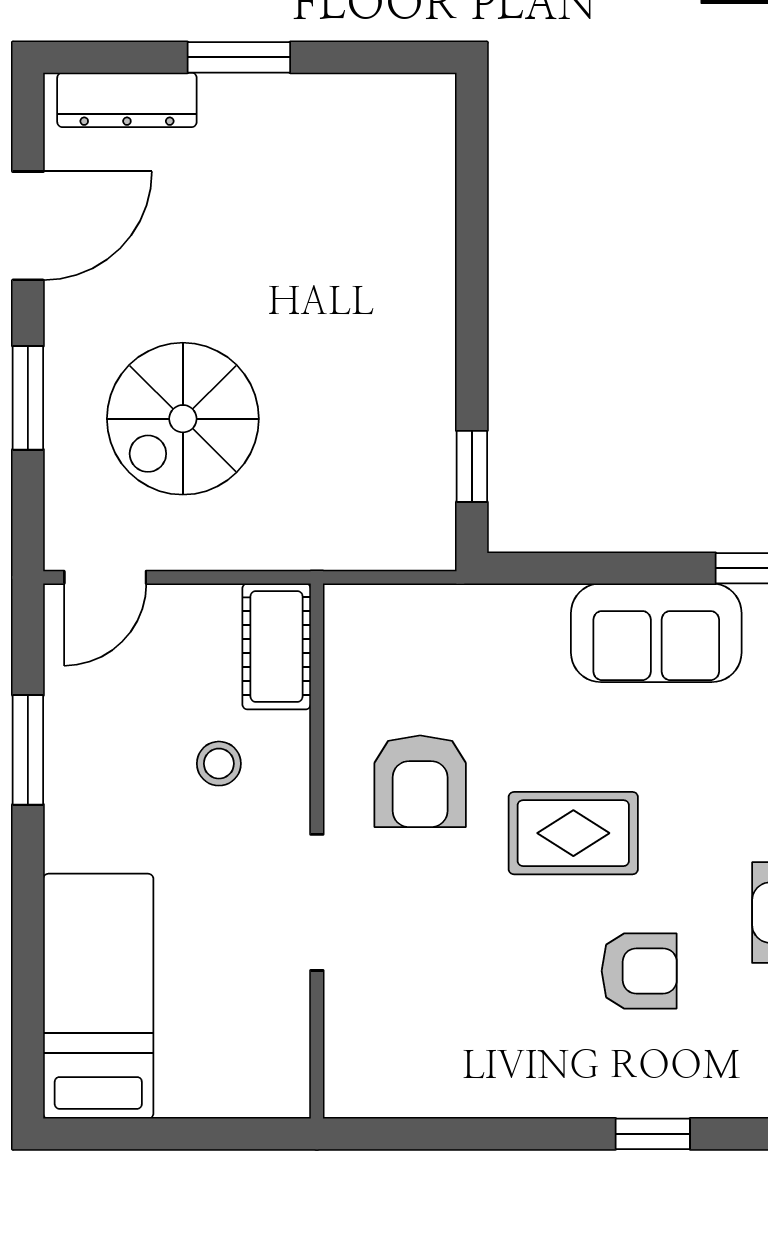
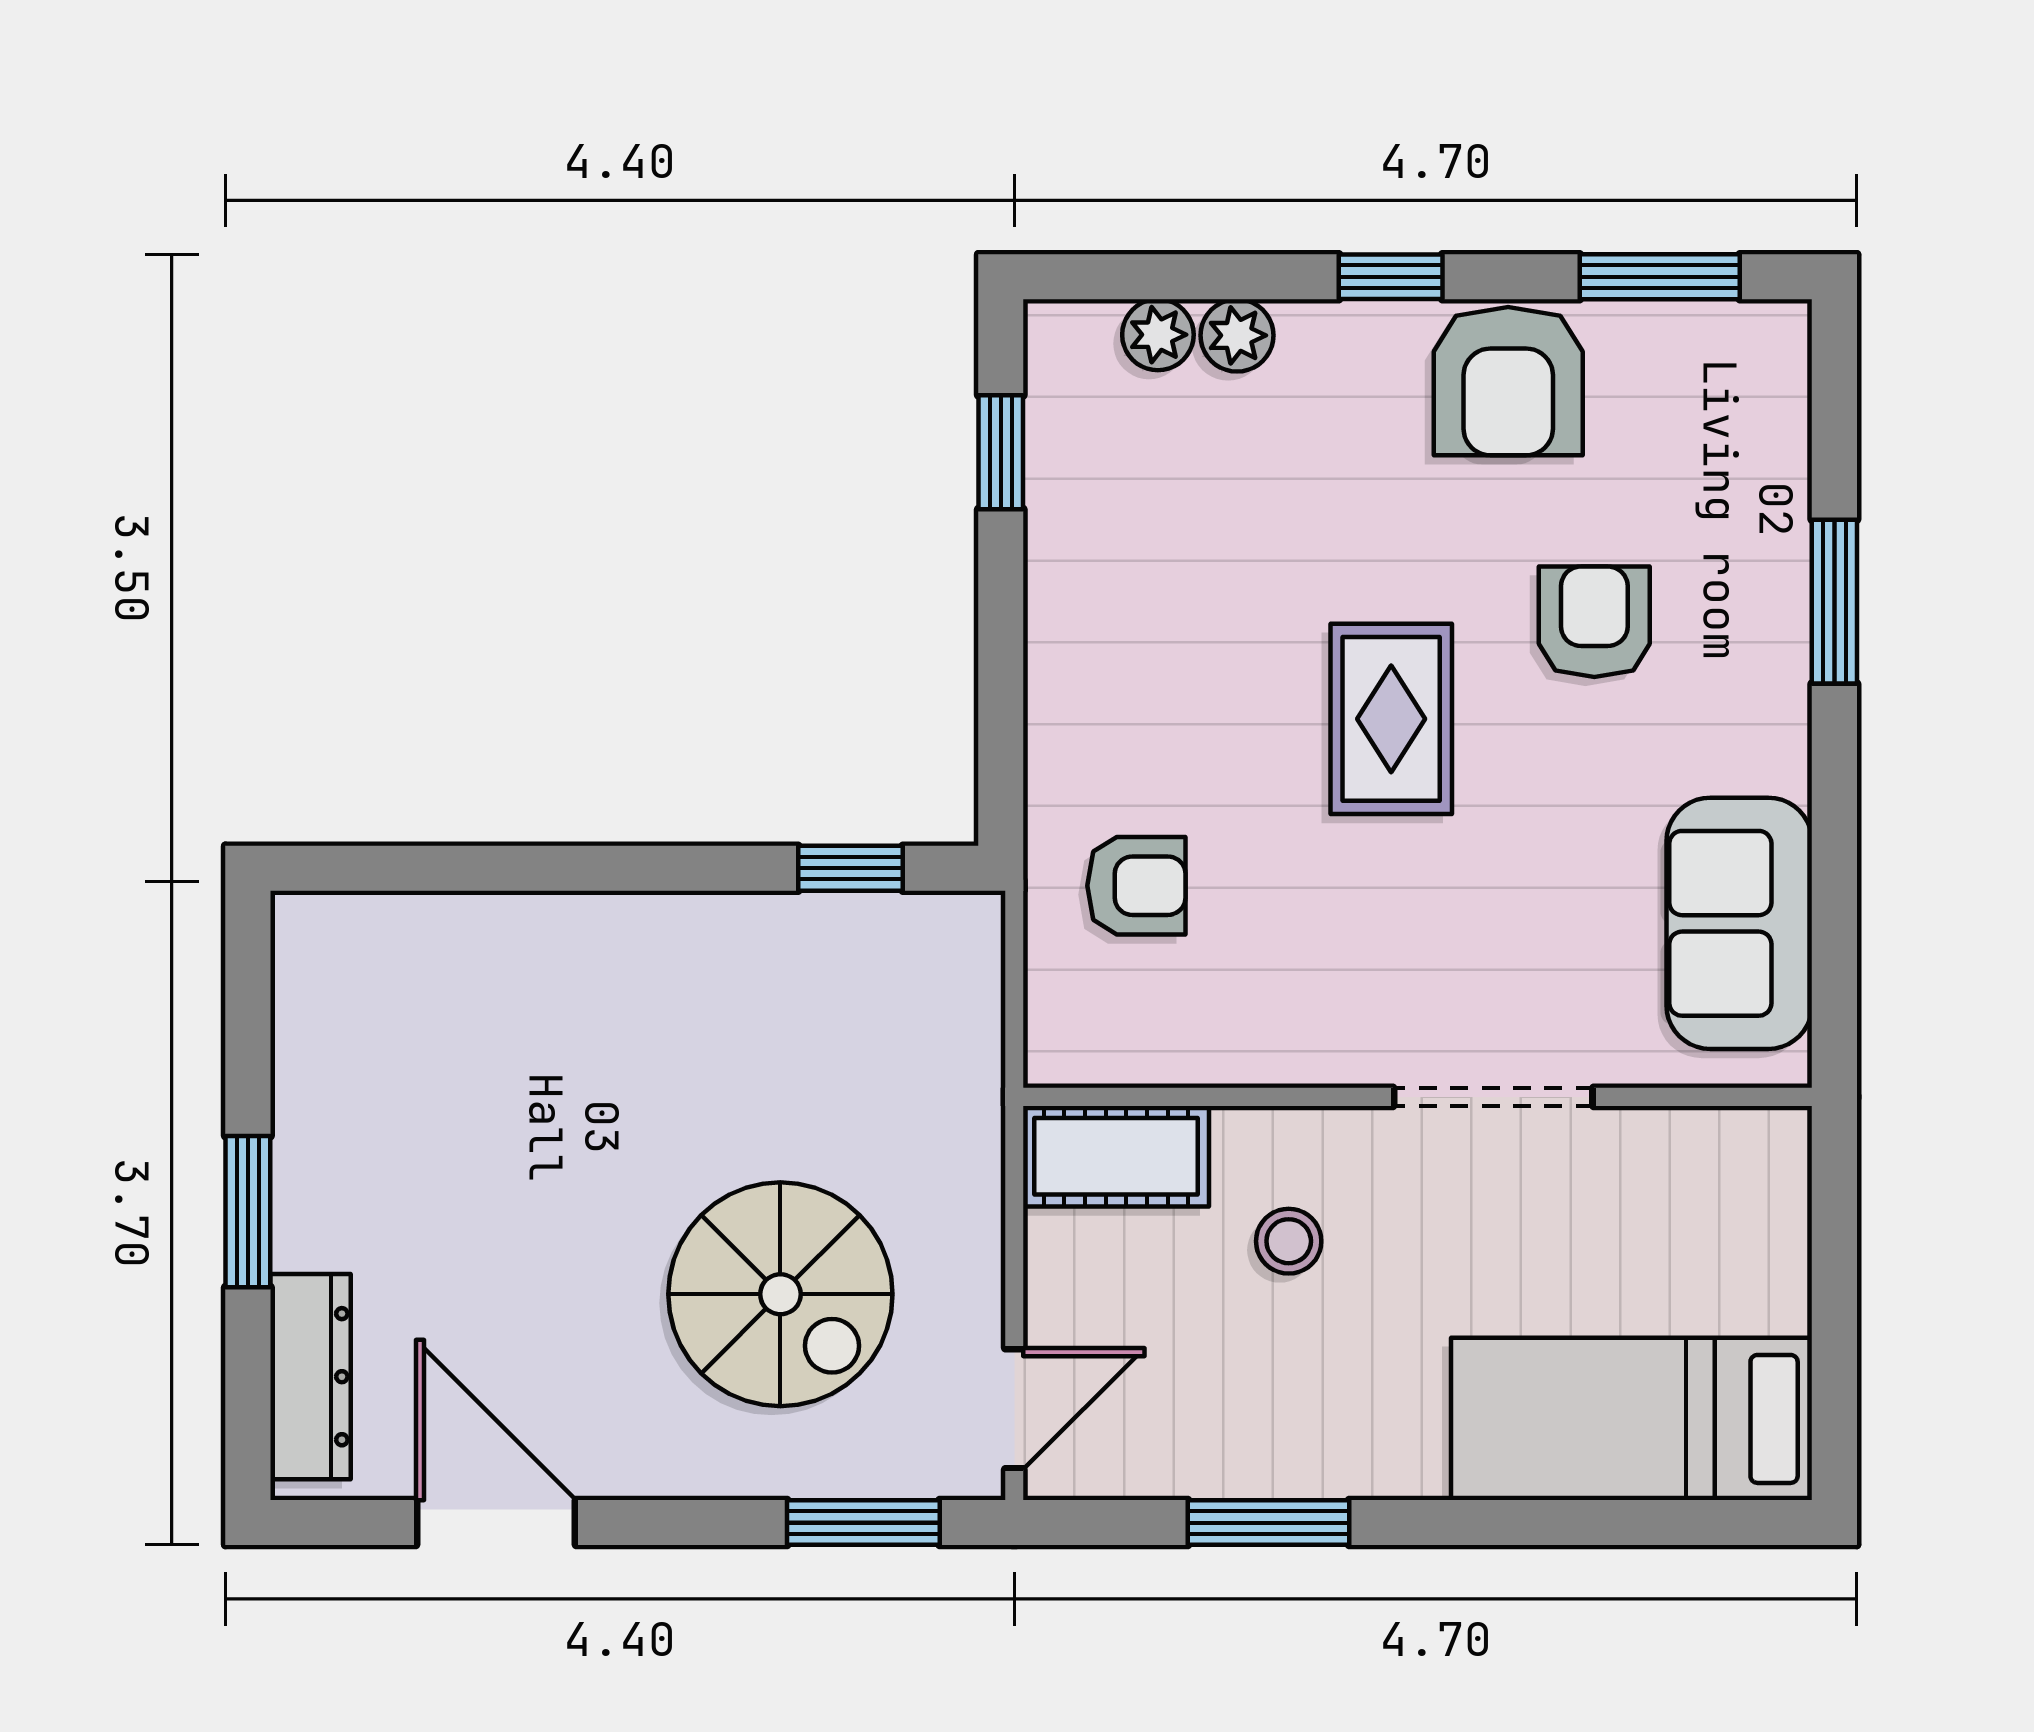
window: (28, 398) -> (863, 1523), moved
door: (105, 577) -> (1014, 1409), hinge flipped
sofa: (656, 633) -> (1739, 923), moved, turned 180
armchair: (420, 781) -> (1136, 886), moved, width x0.72, depth x0.72
window: (653, 1134) -> (1834, 602), width x1.50

